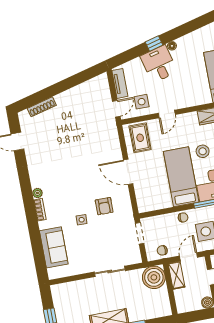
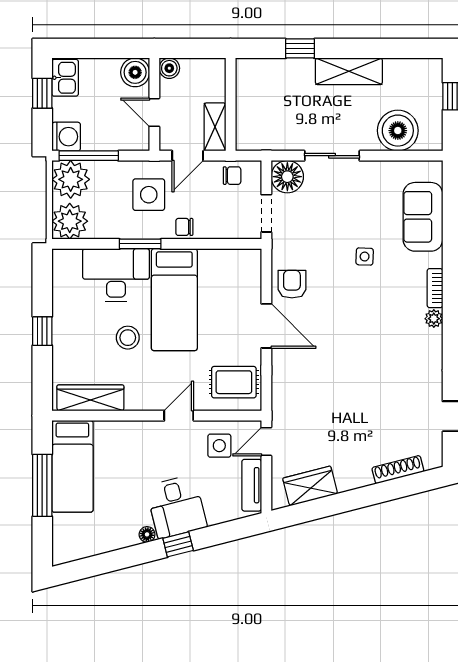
wardrobe: (88, 89) -> (310, 486), added
rug: (140, 138) -> (234, 382), turned 90
armchair: (104, 206) -> (292, 284), moved
floor lamp: (132, 255) -> (287, 177), added
boiler: (154, 277) -> (398, 131), moved

